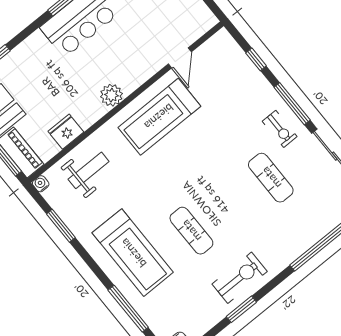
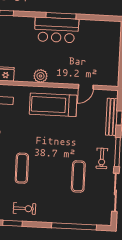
bench: (246, 66) -> (112, 117), added
exercise bike: (240, 278) -> (24, 209), width x0.73, depth x0.72

